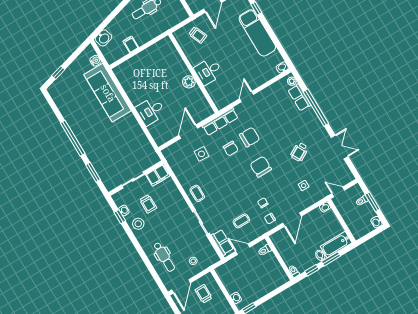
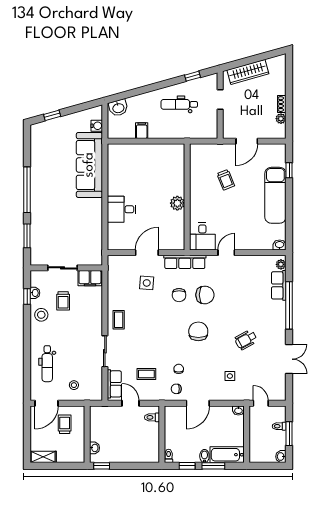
trolley: (198, 35) -> (226, 180), moved
desk: (208, 71) -> (202, 236), moved, turned -90

